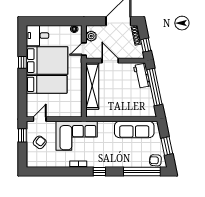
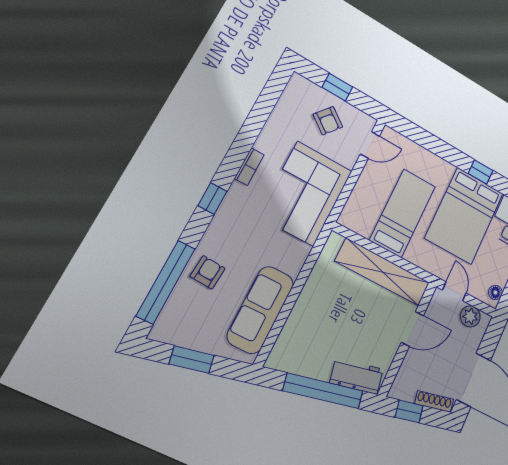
bed: (47, 84) -> (403, 213), moved, turned 180
door: (40, 119) -> (370, 145), hinge flipped
window: (22, 135) -> (337, 87), moved
armchair: (155, 160) -> (208, 272), moved

